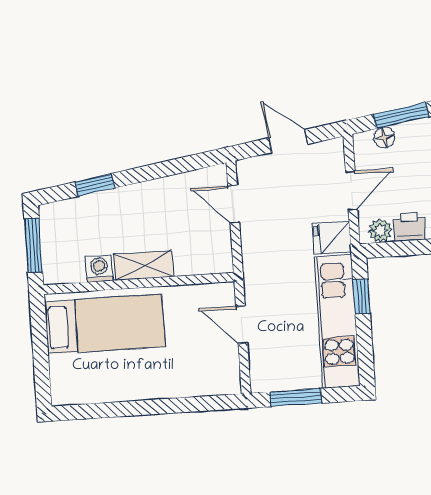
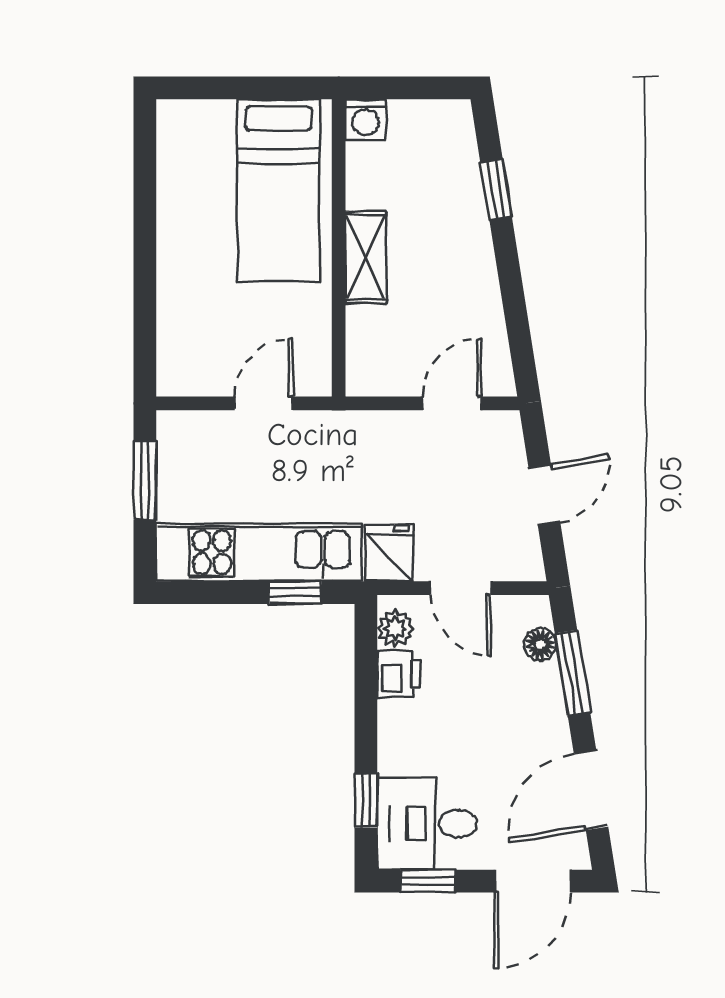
window: (33, 245) -> (409, 88), removed
washing machine: (99, 269) -> (366, 119), moved, turned 90

